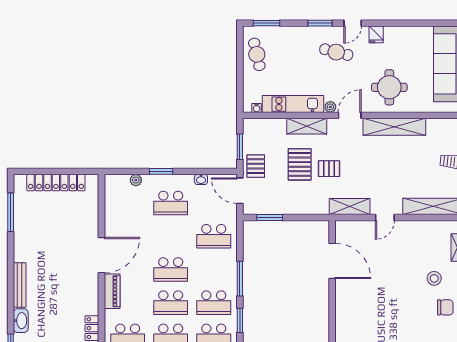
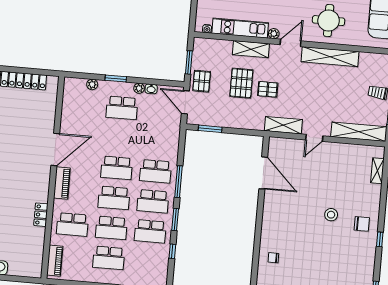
plant: (188, 180) -> (139, 88), added
school desk: (214, 236) -> (156, 171), moved
stool: (434, 278) -> (331, 215), moved

